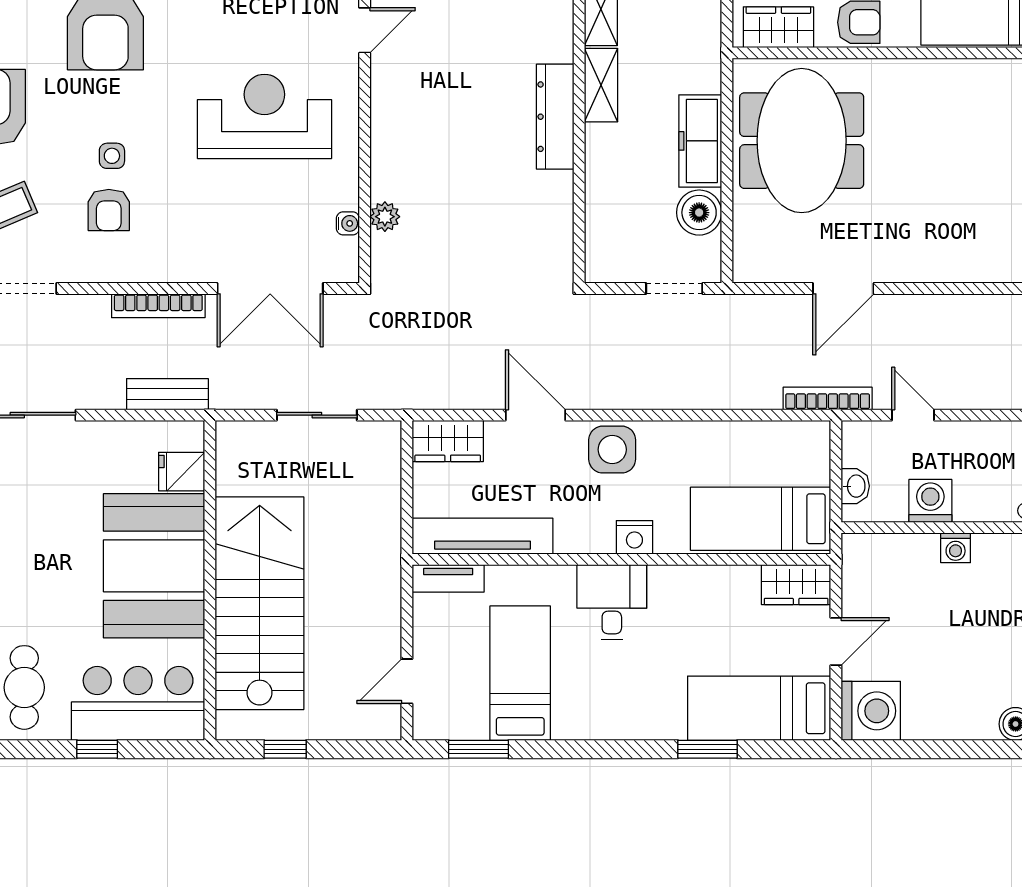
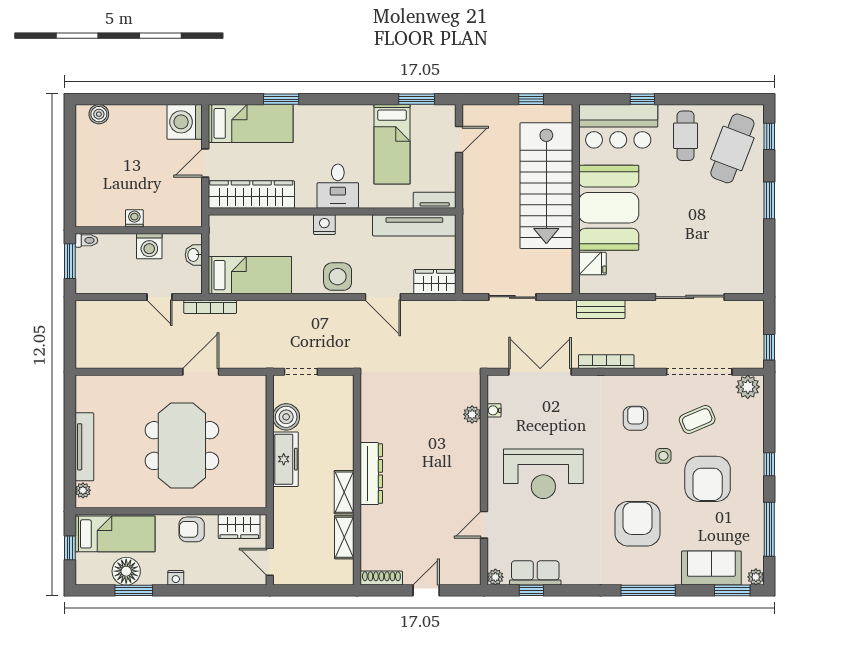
meeting table: (802, 141) -> (182, 446), moved
side table: (112, 156) -> (663, 456), moved
bed: (761, 519) -> (250, 275), moved
wardrobe: (796, 585) -> (251, 195), width x2.10, depth x1.17

